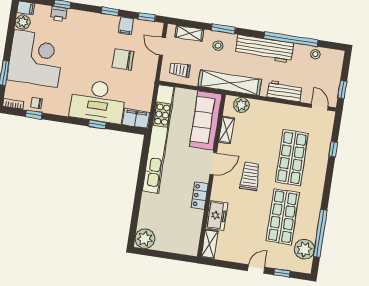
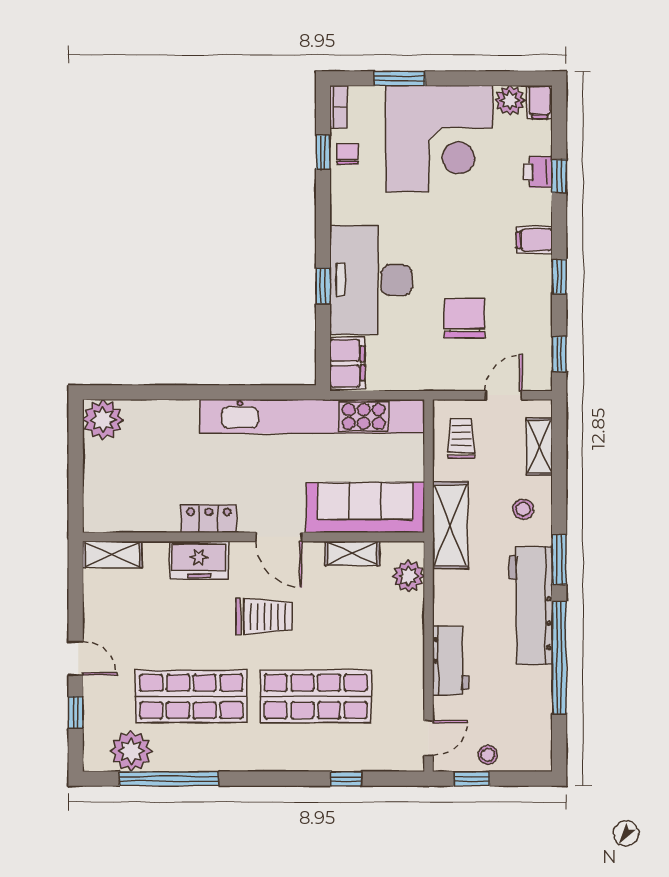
filing cabinet: (126, 26) -> (534, 240), moved
window: (223, 29) -> (559, 559), moved
stool: (315, 54) -> (488, 755), moved
shelving: (230, 83) -> (450, 525), width x0.68
freezer: (217, 215) -> (199, 560), moved

